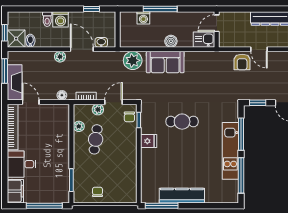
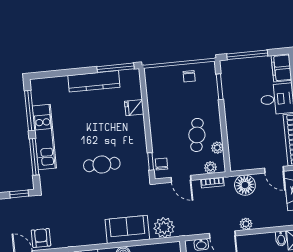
floor lamp: (62, 95) -> (245, 185), width x1.89, depth x1.89
door: (113, 102) -> (181, 179), hinge flipped
plant: (98, 110) -> (210, 167), moved
fridge: (149, 141) -> (134, 108), moved

